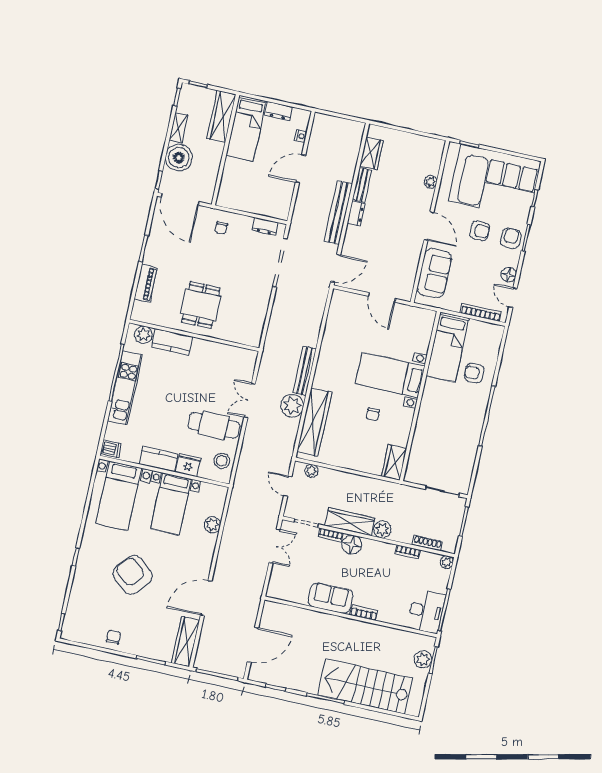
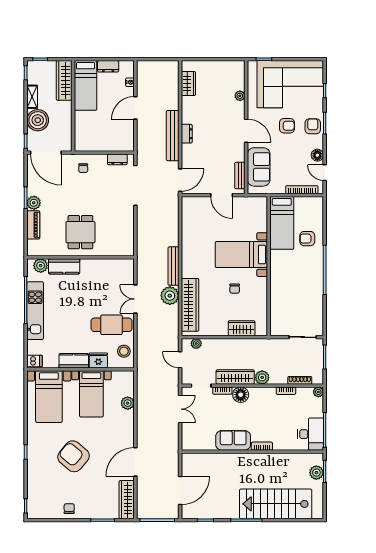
bench: (362, 185) -> (240, 176), moved
plant: (152, 257) -> (34, 203), added
wardrobe: (394, 462) -> (242, 328), moved, turned 90

